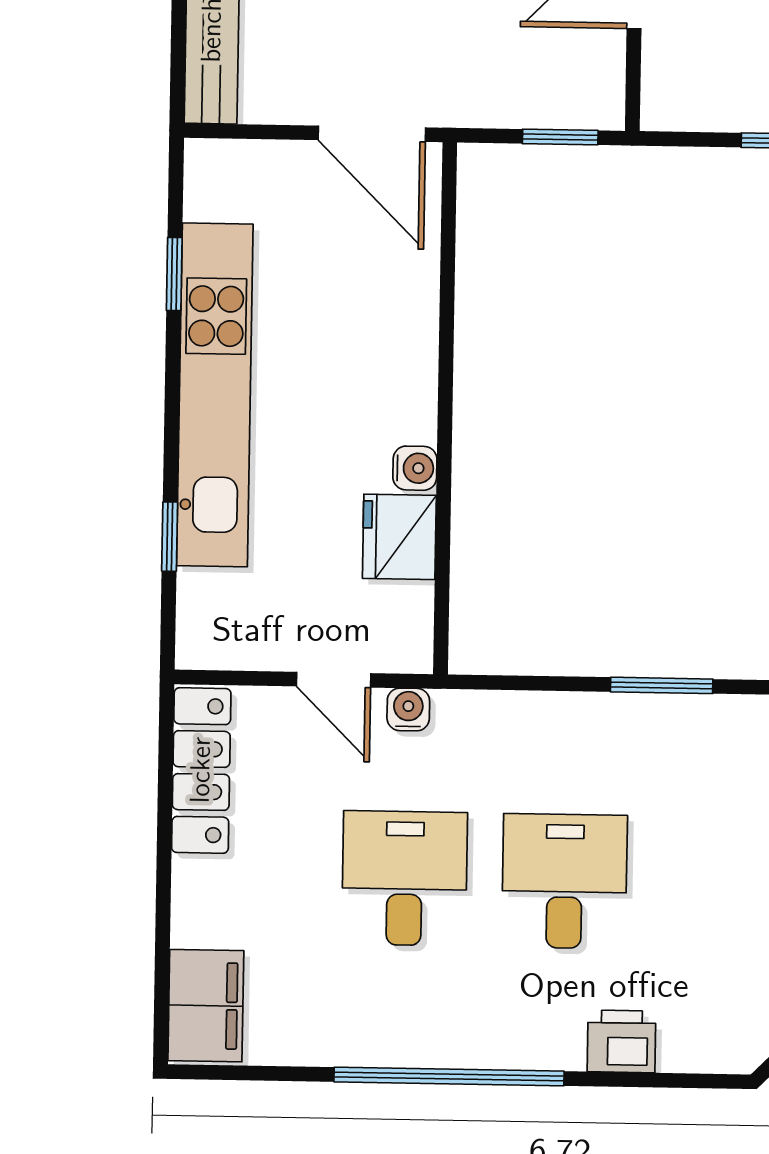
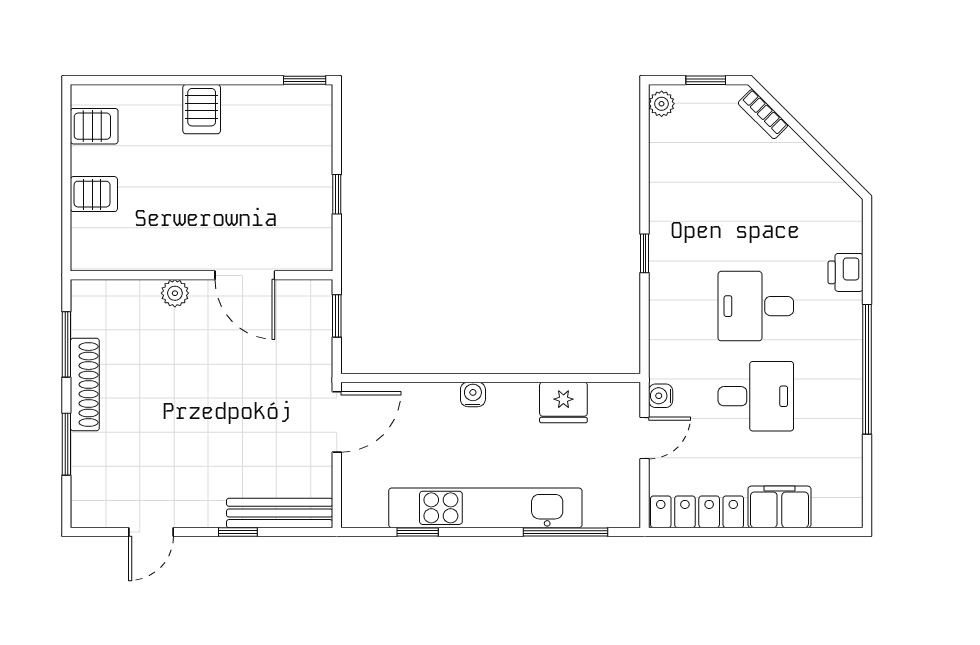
water cooler: (415, 468) -> (473, 394), moved
window: (170, 537) -> (566, 532), width x2.17
window: (662, 685) -> (645, 253), width x0.67
desk: (405, 878) -> (756, 396), turned 180
filing cabinet: (206, 1006) -> (779, 507), moved

